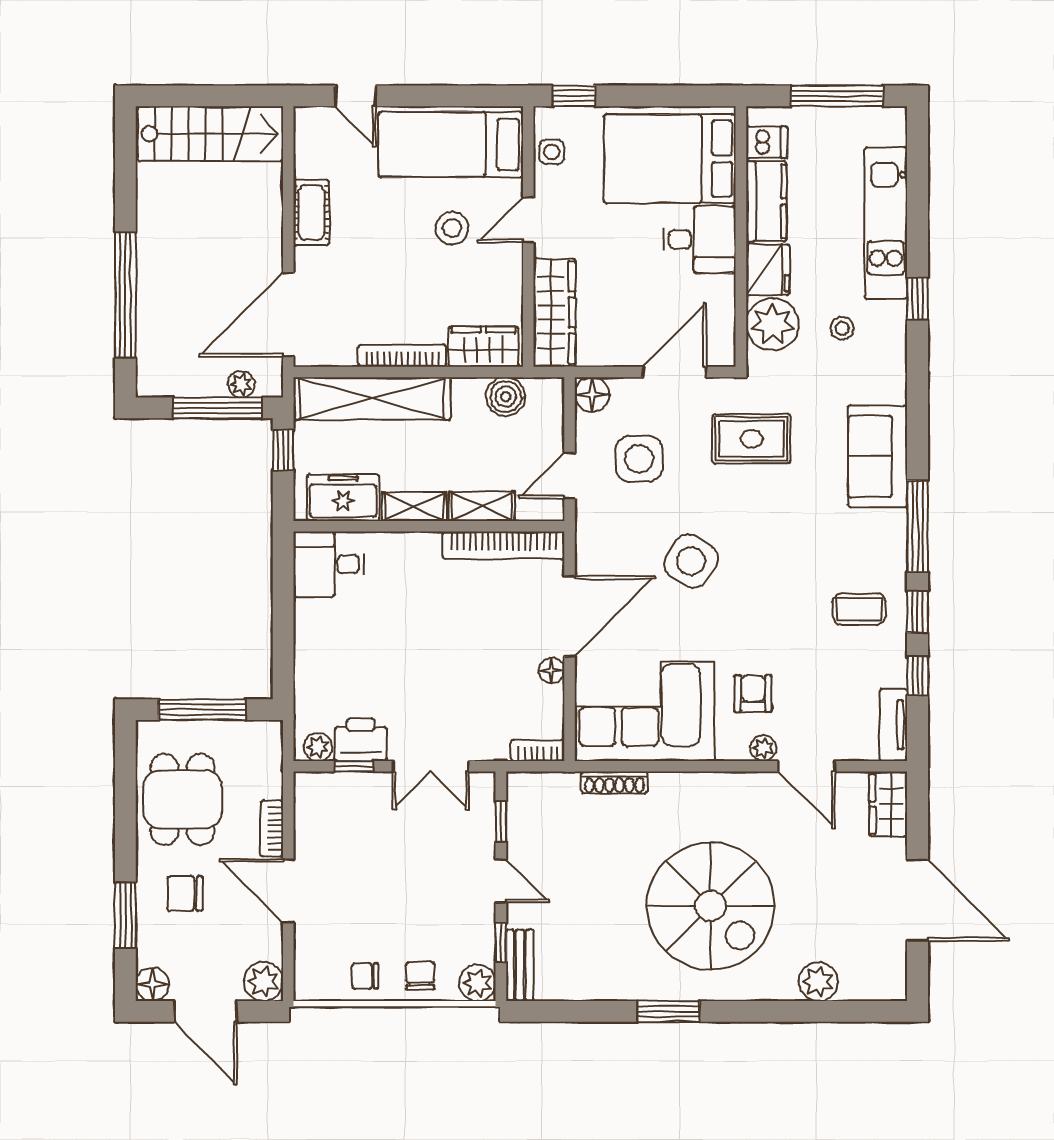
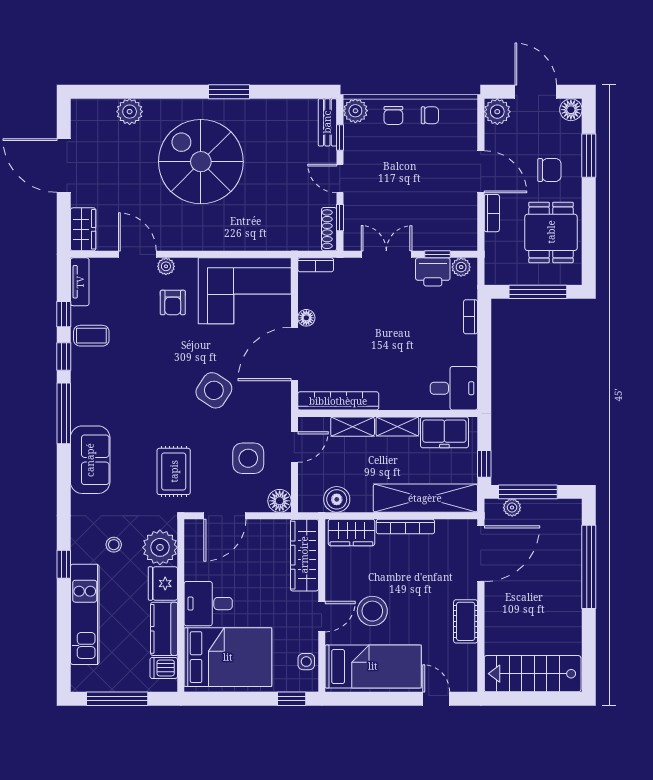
stool: (452, 228) -> (372, 611), width x1.38, depth x1.38
rug: (752, 439) -> (174, 471), turned 90
coffee table: (859, 609) -> (91, 336), moved
bookcase: (304, 672) -> (471, 317), added
shoe rack: (614, 783) -> (329, 229), moved, turned -90

